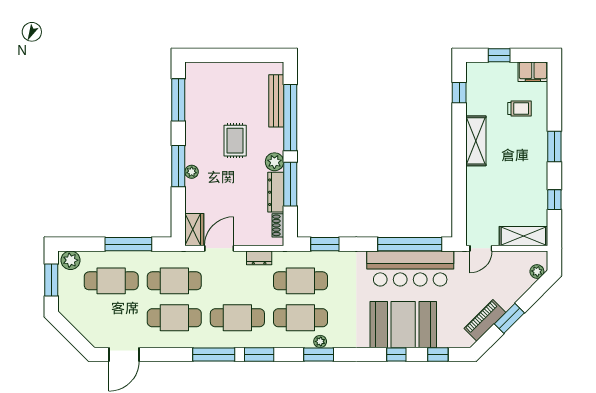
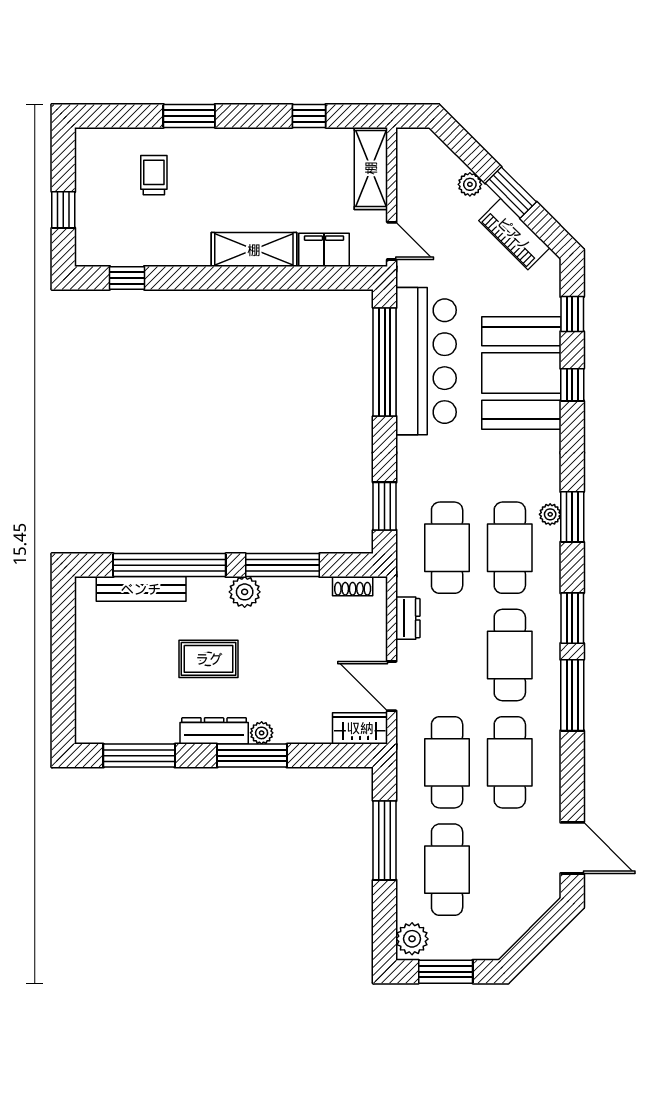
filing cabinet: (533, 72) -> (324, 250), moved, turned -90
shelving: (476, 141) -> (254, 250), moved
window: (554, 146) -> (189, 116), moved
dresser: (276, 192) -> (214, 731), moved, turned 180
plant: (537, 271) -> (470, 184), moved

